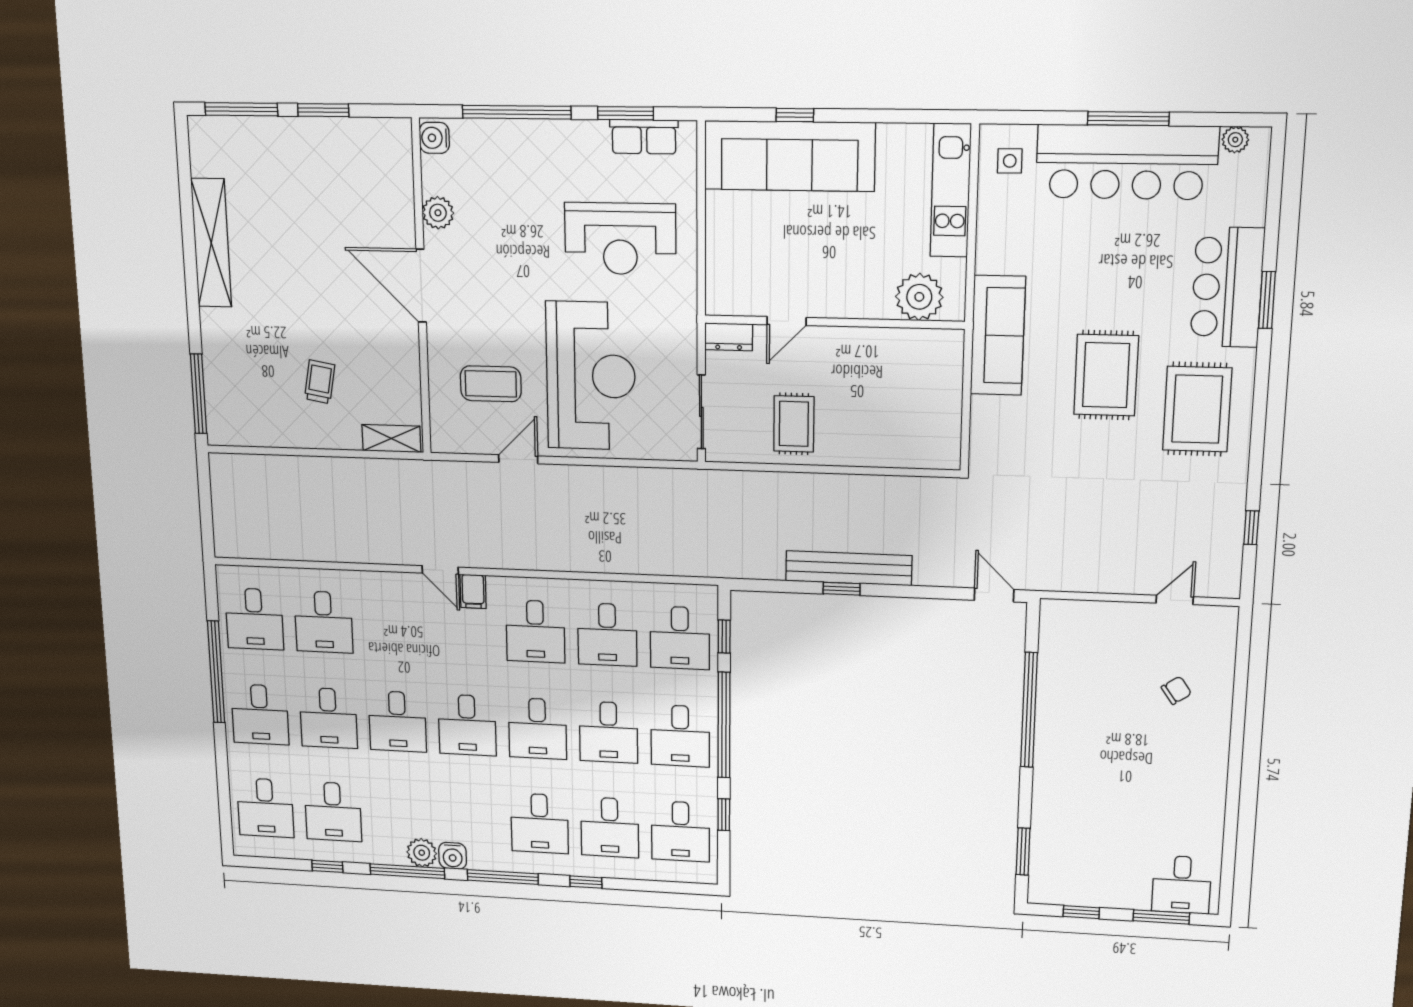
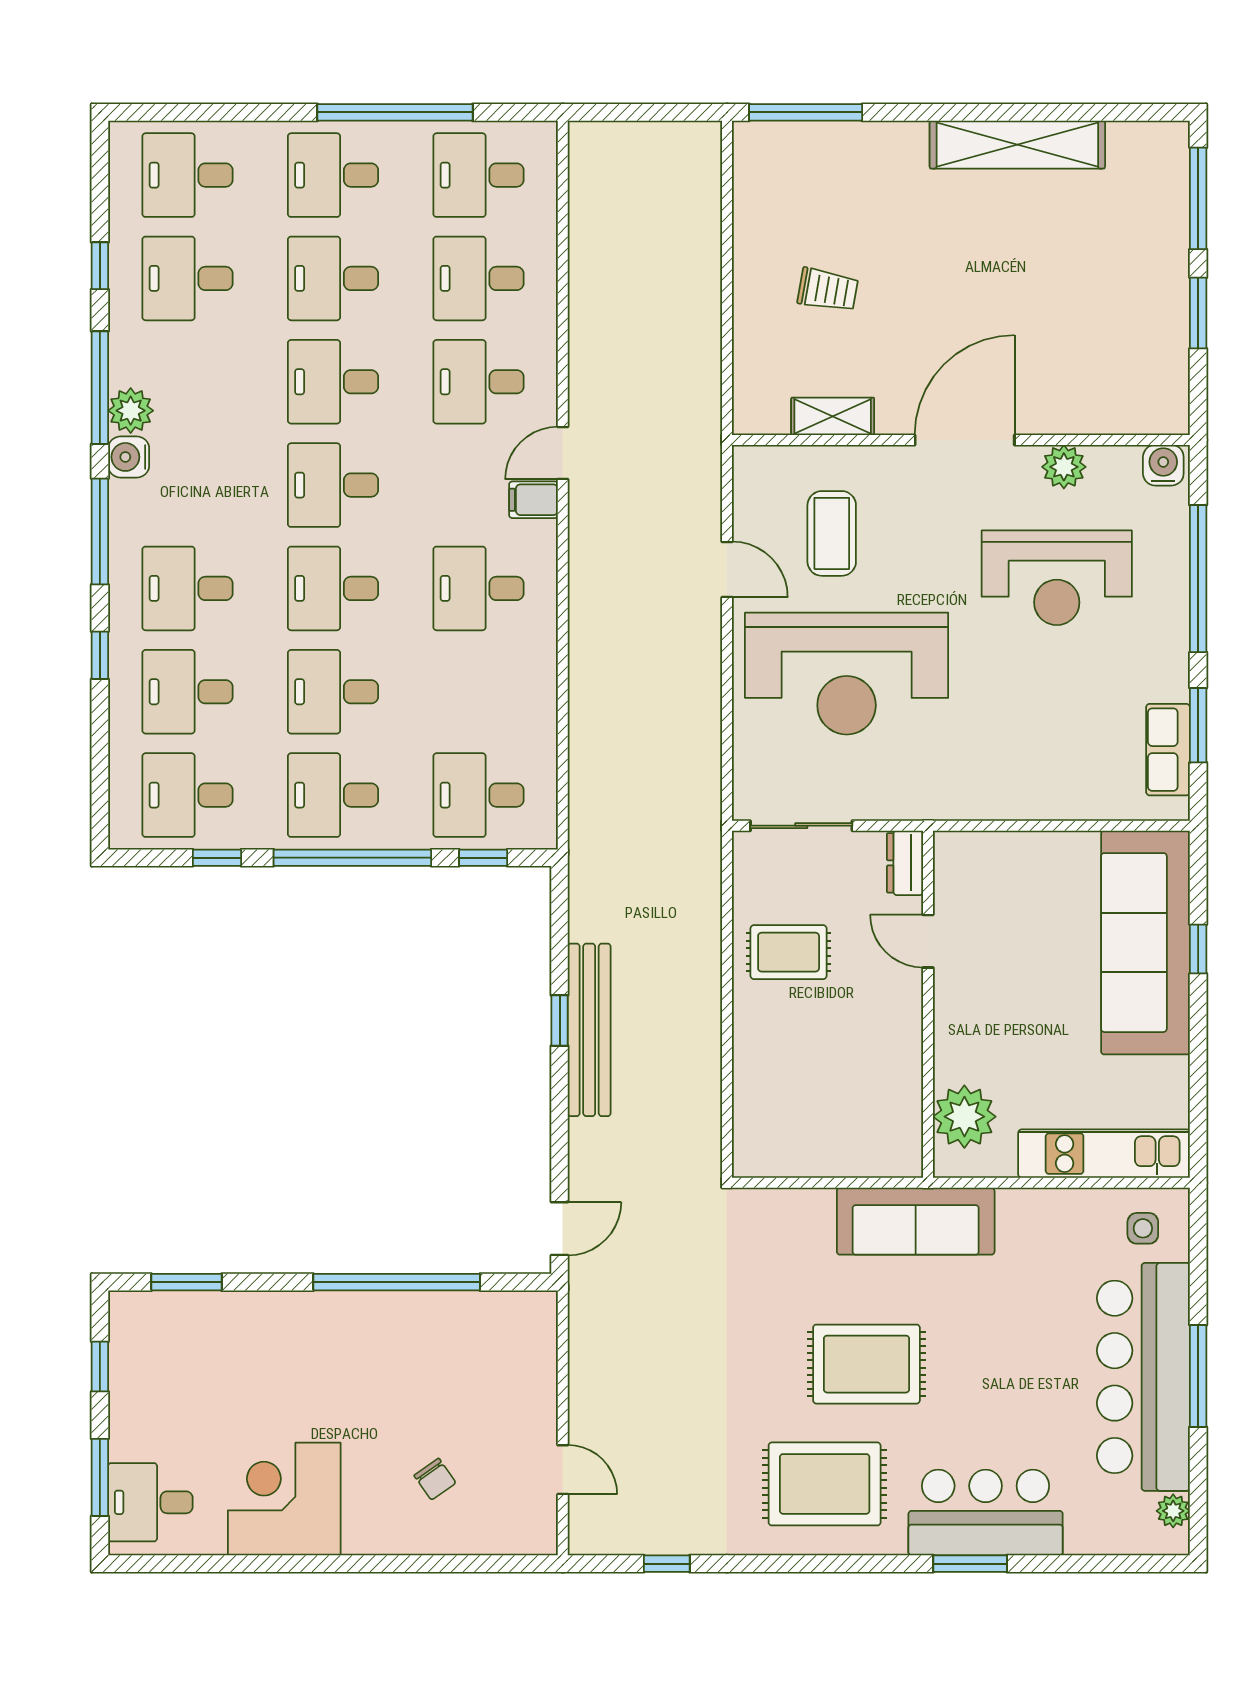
reception desk: (620, 239) -> (1057, 578), moved, turned -90
shelving: (391, 438) -> (833, 416), moved, turned 90
desk: (607, 635) -> (478, 382), moved
corner desk: (1185, 795) -> (284, 1499), added

